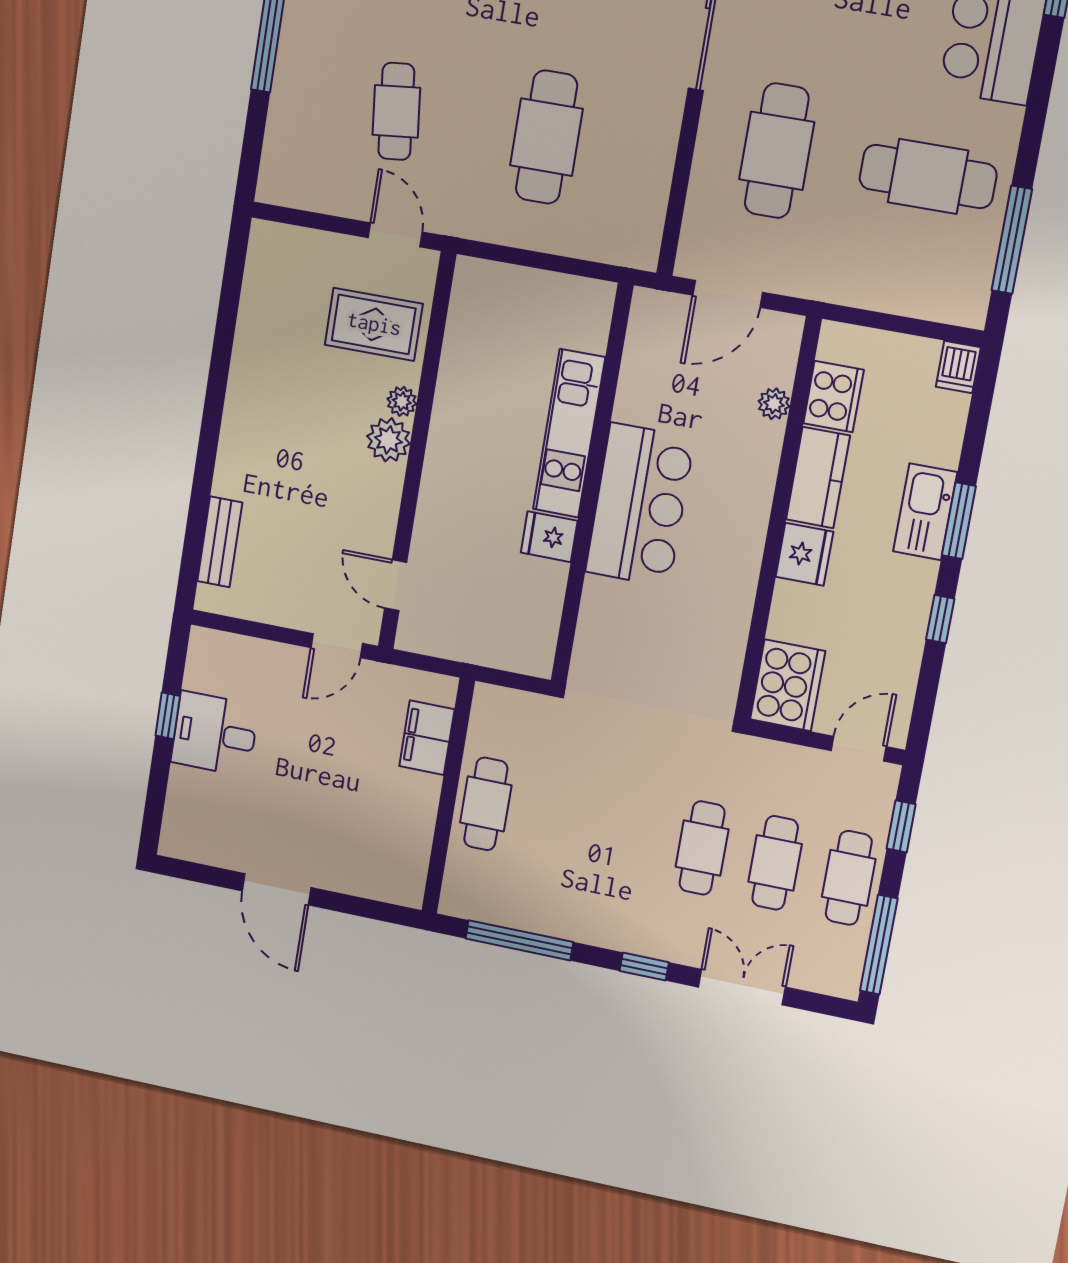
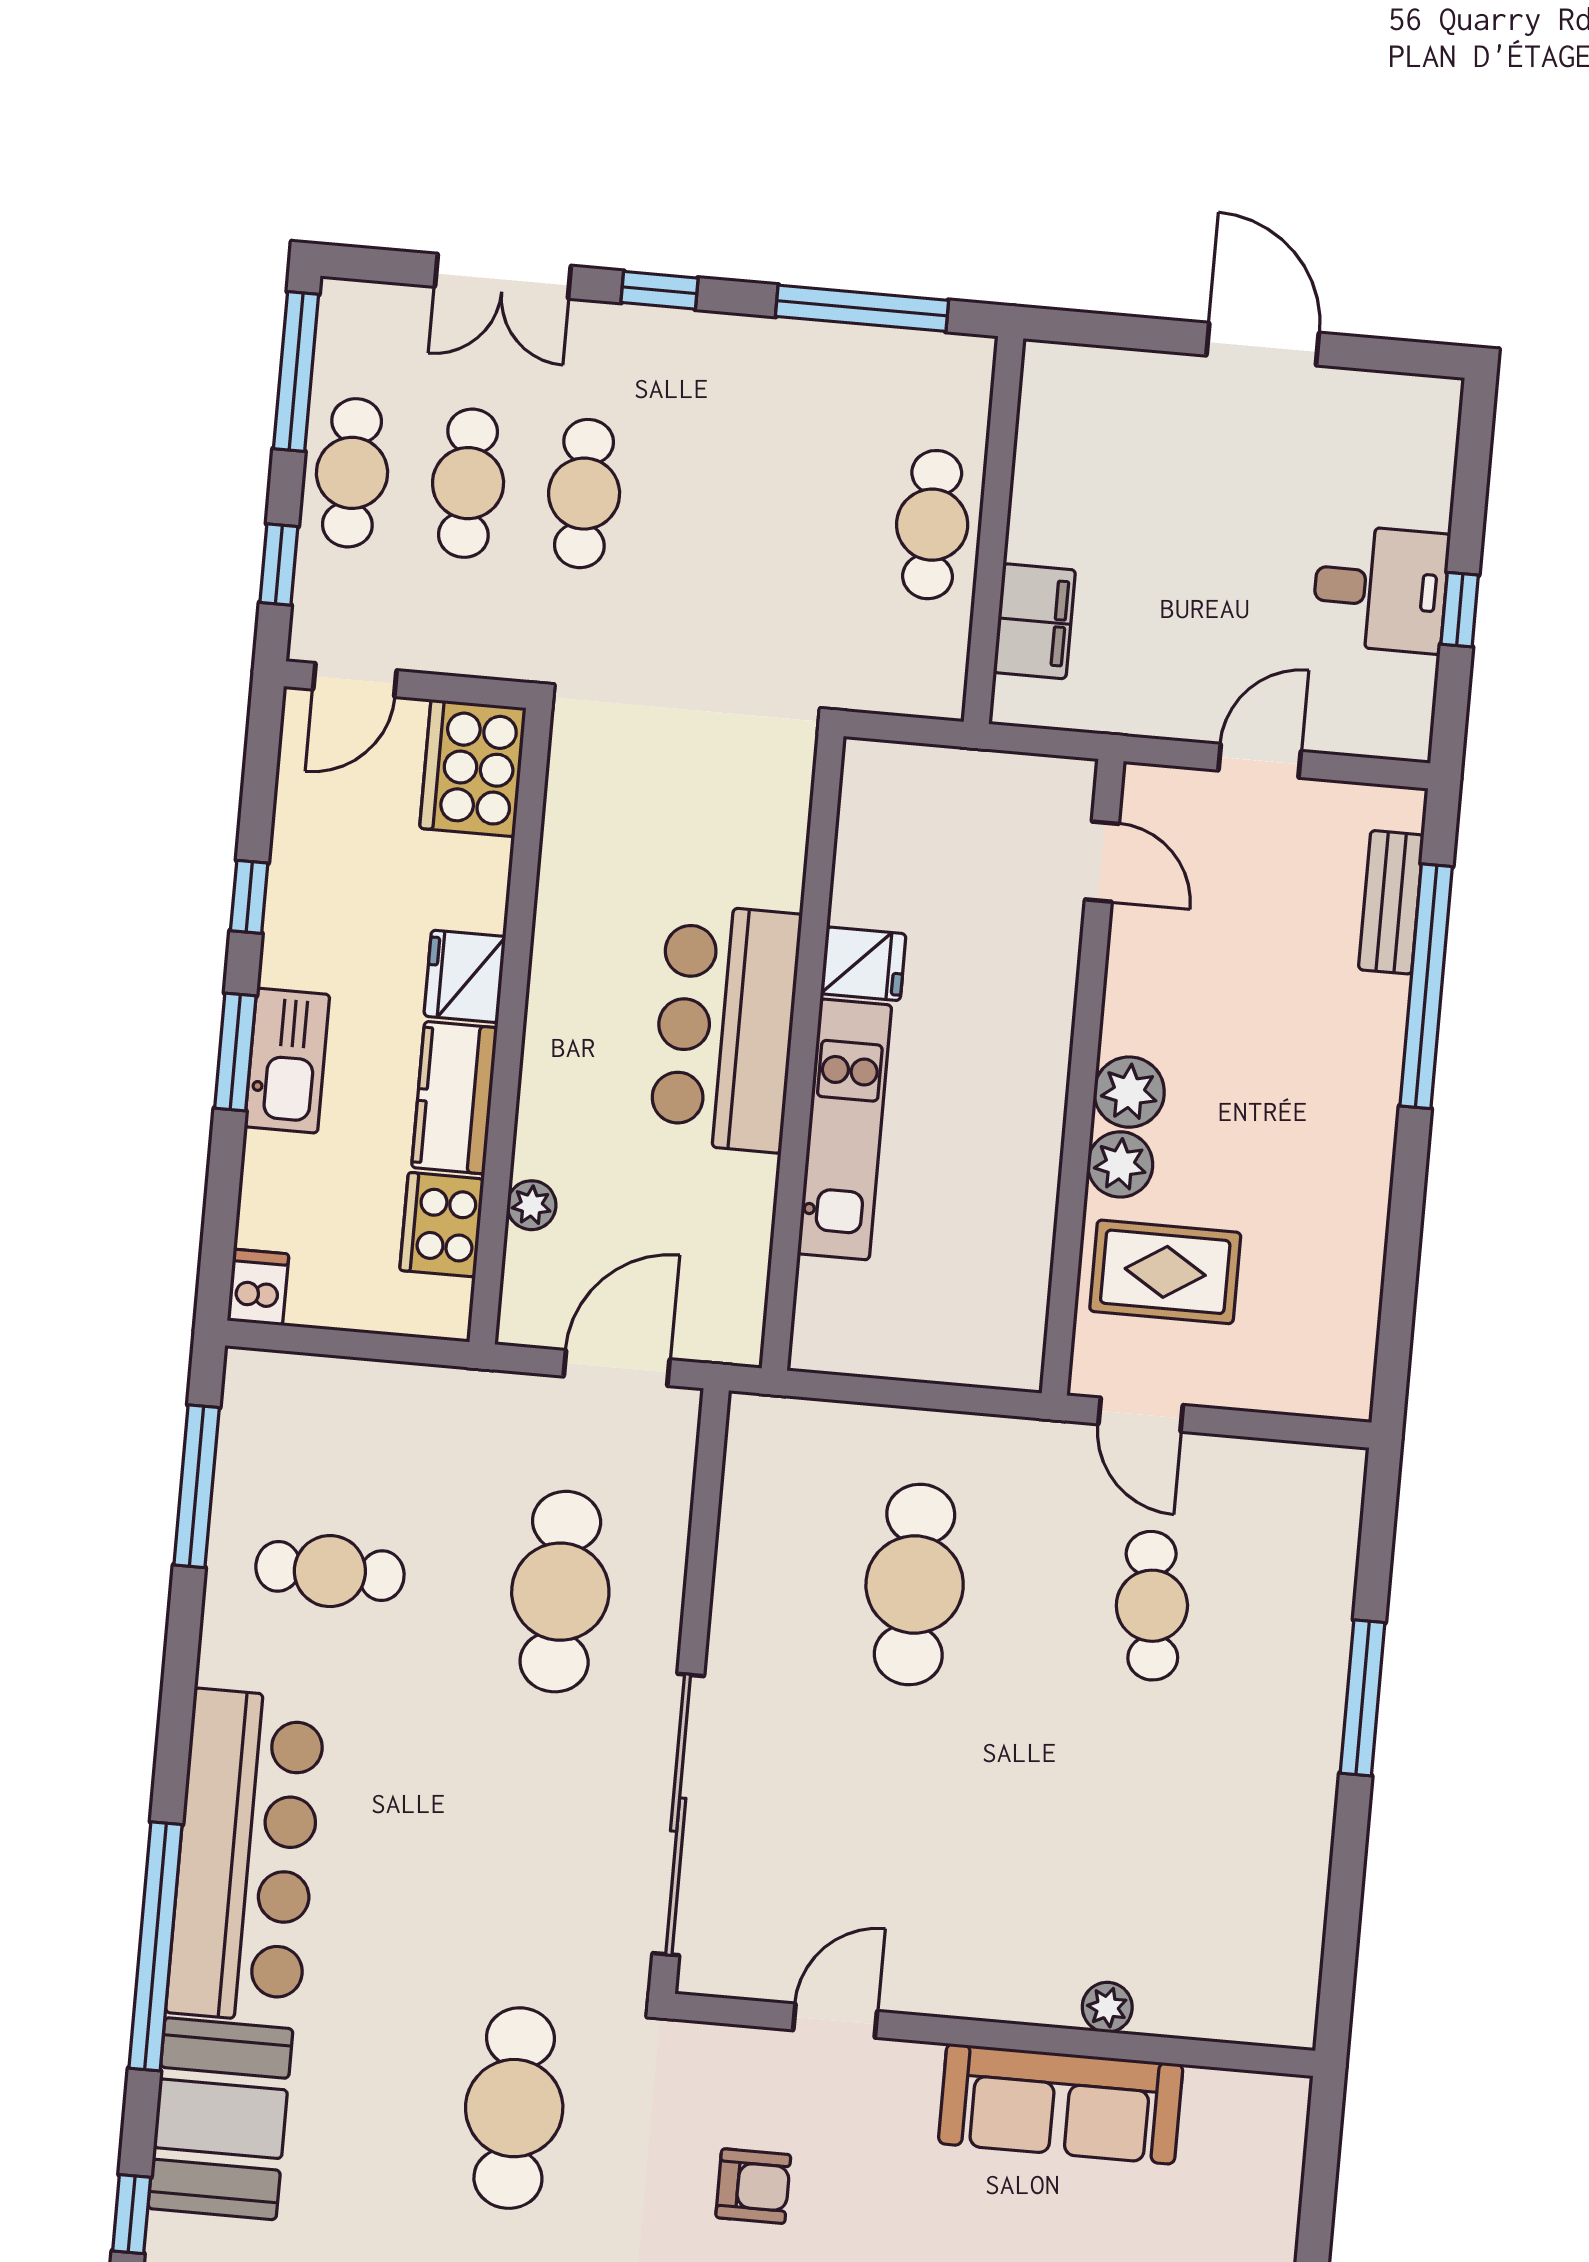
cafe table: (928, 176) -> (330, 1571), width x0.73, depth x0.74
plant: (402, 401) -> (1120, 1164), width x1.38, depth x1.38
window: (202, 488) -> (1426, 986), added
door: (337, 646) -> (1260, 761), moved

